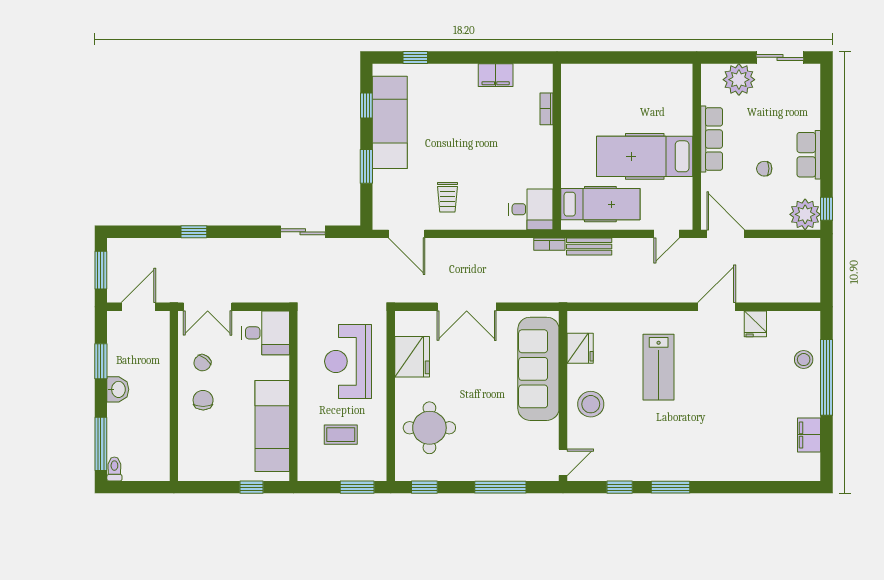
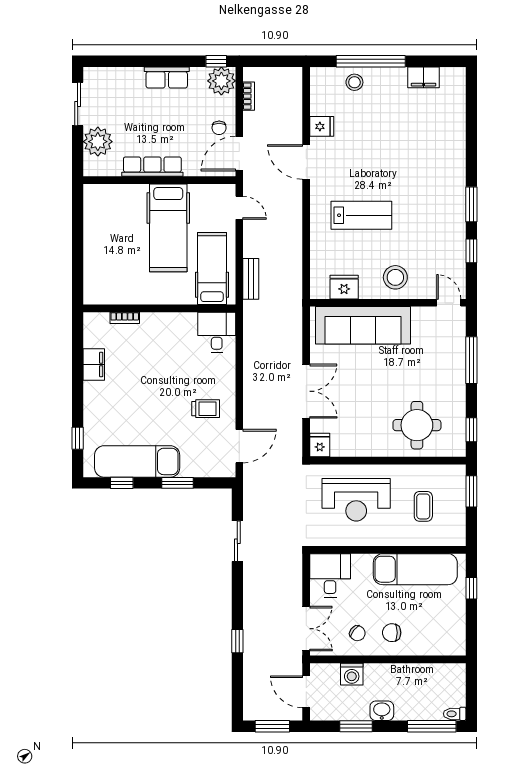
chair: (764, 169) -> (219, 128), moved
bookcase: (549, 244) -> (249, 96), moved
washing machine: (158, 357) -> (352, 674), added
fridge: (412, 357) -> (320, 445), moved, width x0.53, depth x0.75

